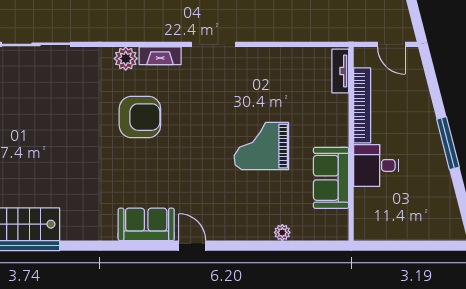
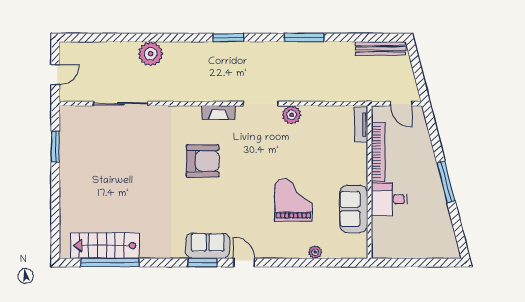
plant: (126, 59) -> (292, 115), moved
grand piano: (261, 146) -> (293, 200), moved, turned 90
window: (140, 246) -> (203, 263), added

